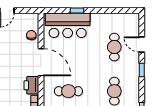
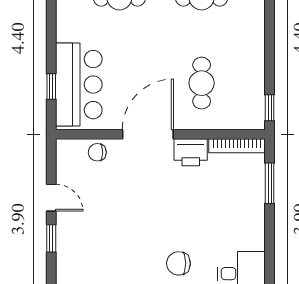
window: (77, 10) -> (51, 87), moved

